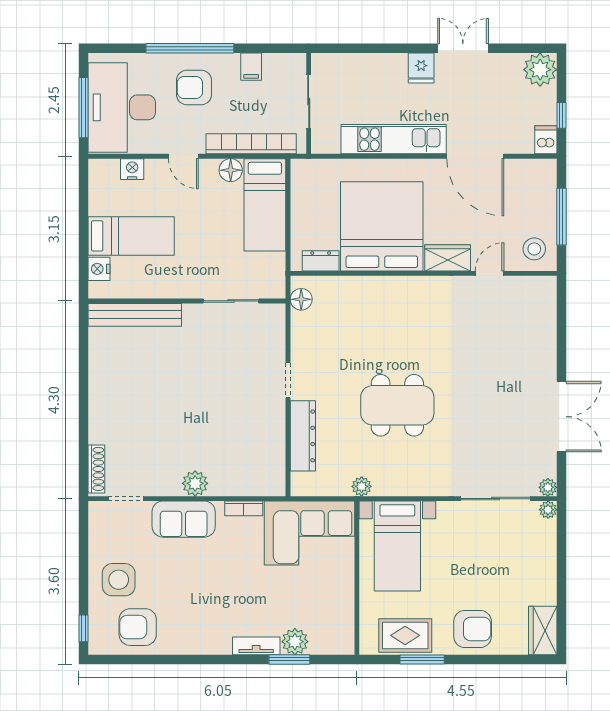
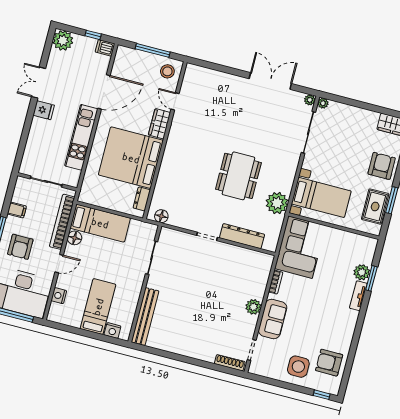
plant: (362, 486) -> (277, 203), width x1.87, depth x1.87
armchair: (138, 627) -> (329, 363), turned 90

